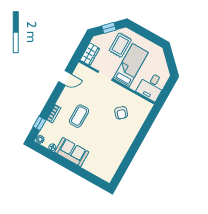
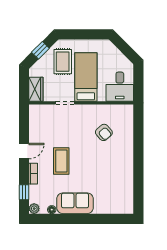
door: (65, 78) -> (24, 151), moved

